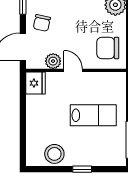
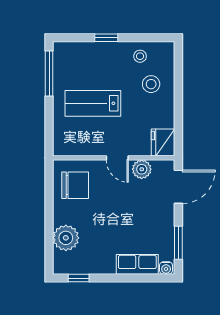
chair: (42, 23) -> (155, 216), removed
stool: (45, 131) -> (151, 84), added
stool: (54, 154) -> (140, 56), width x0.53, depth x0.53

